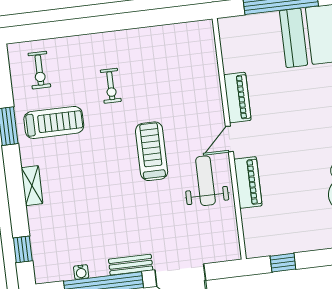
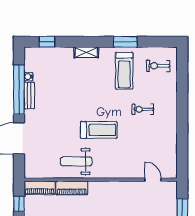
piano: (237, 98) -> (40, 188), moved
door: (229, 139) -> (153, 180), moved
weight bench: (205, 181) -> (76, 161), turned 180
bench: (131, 265) -> (29, 95), moved

